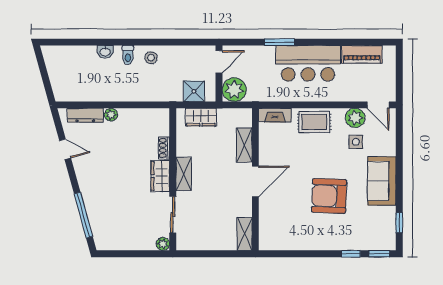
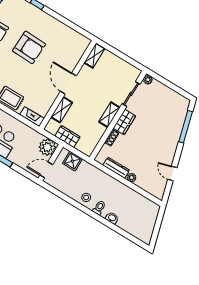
dresser: (85, 115) -> (116, 168), moved
wardrobe: (201, 117) -> (67, 136), moved
door: (255, 181) -> (68, 84), hinge flipped

